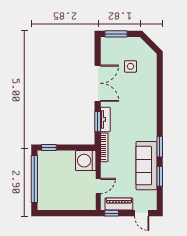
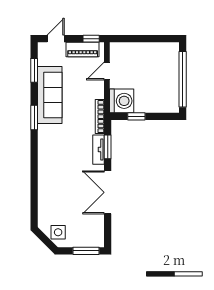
side table: (130, 66) -> (58, 232), moved
window: (49, 148) -> (136, 116), moved
window: (160, 176) -> (34, 70), moved
door: (142, 213) -> (56, 39), hinge flipped

